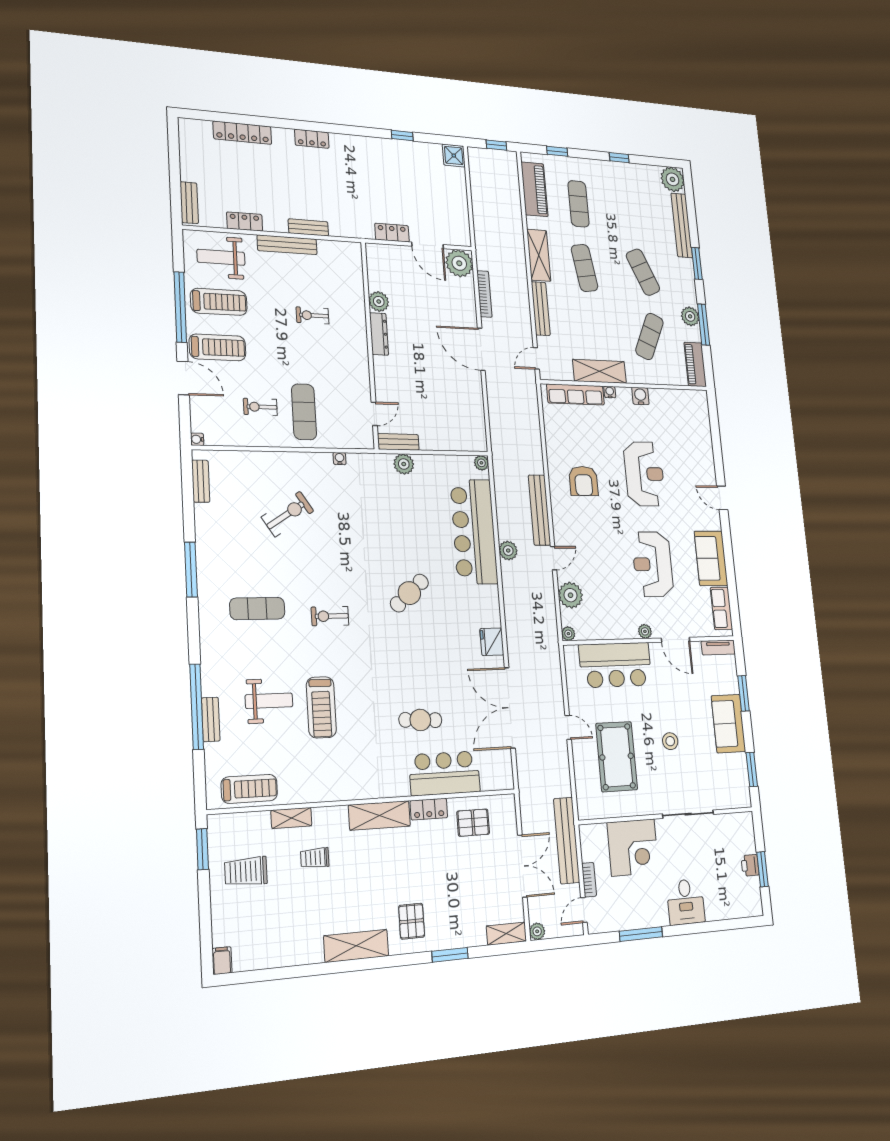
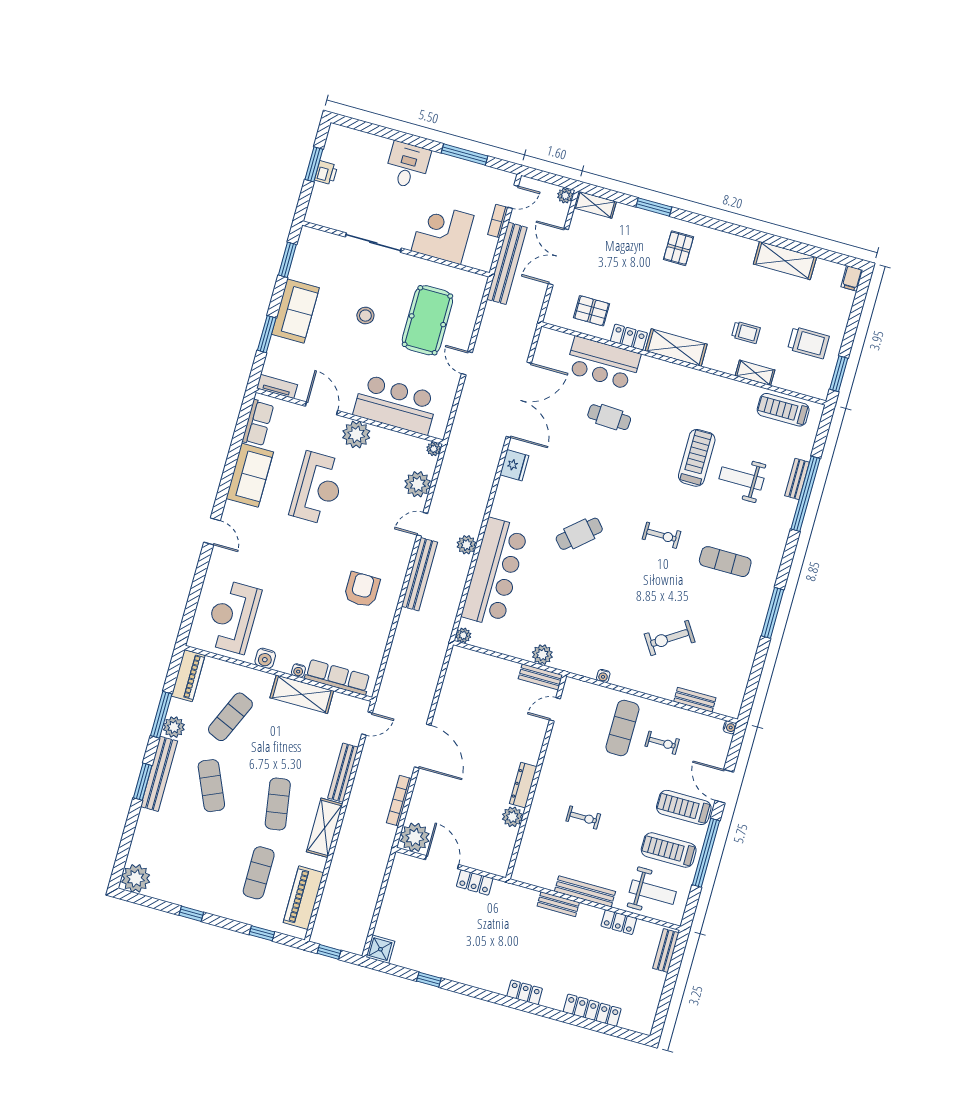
bench: (682, 225) -> (159, 774), moved
reception desk: (644, 474) -> (233, 617), moved
bench: (201, 481) -> (695, 700), moved, turned 90
plant: (645, 631) -> (356, 434), width x1.88, depth x1.88
shelving: (356, 946) -> (785, 261), moved

